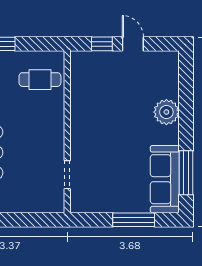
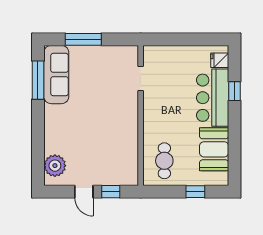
cafe table: (40, 80) -> (164, 161), turned 90
plant: (166, 112) -> (55, 166), moved

